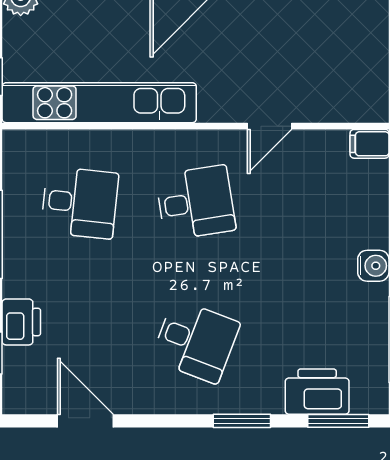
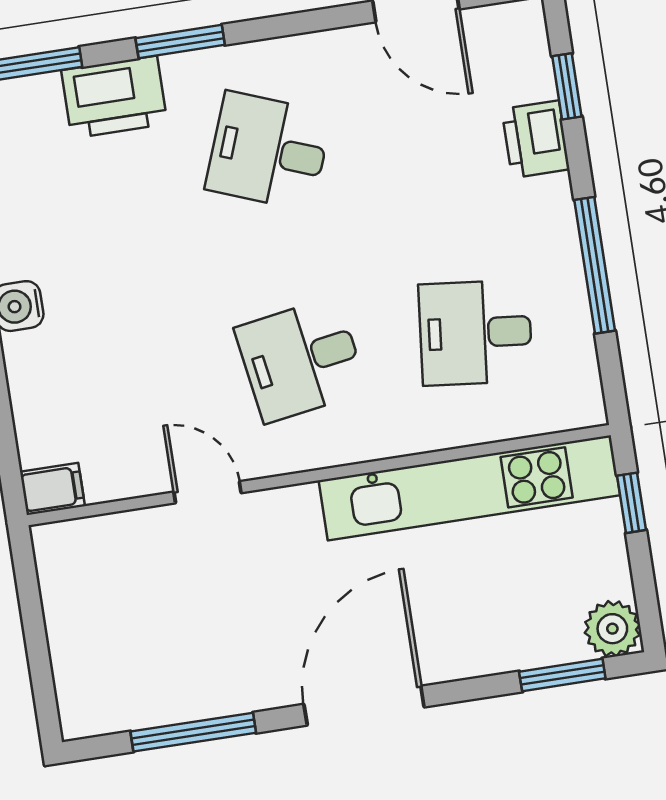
door: (269, 126) -> (207, 492), hinge flipped
printer: (317, 392) -> (114, 97), moved

